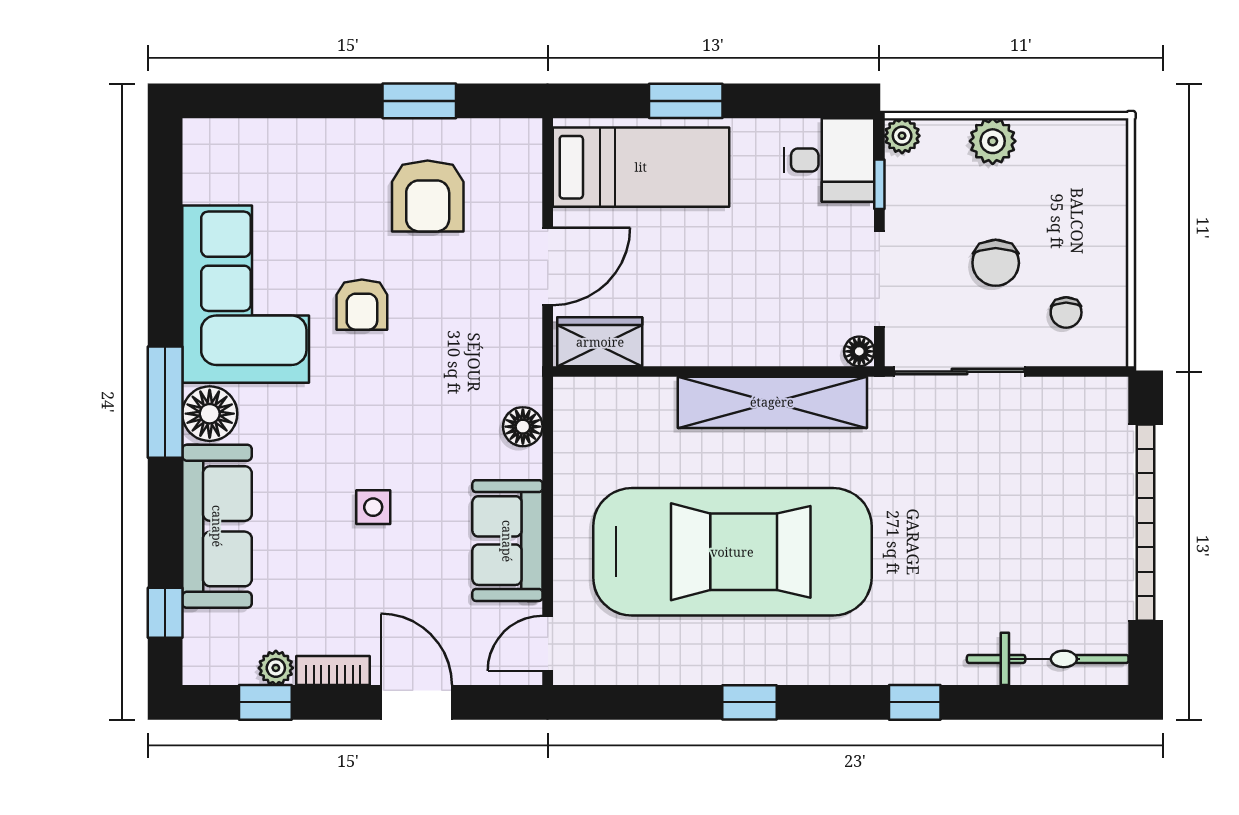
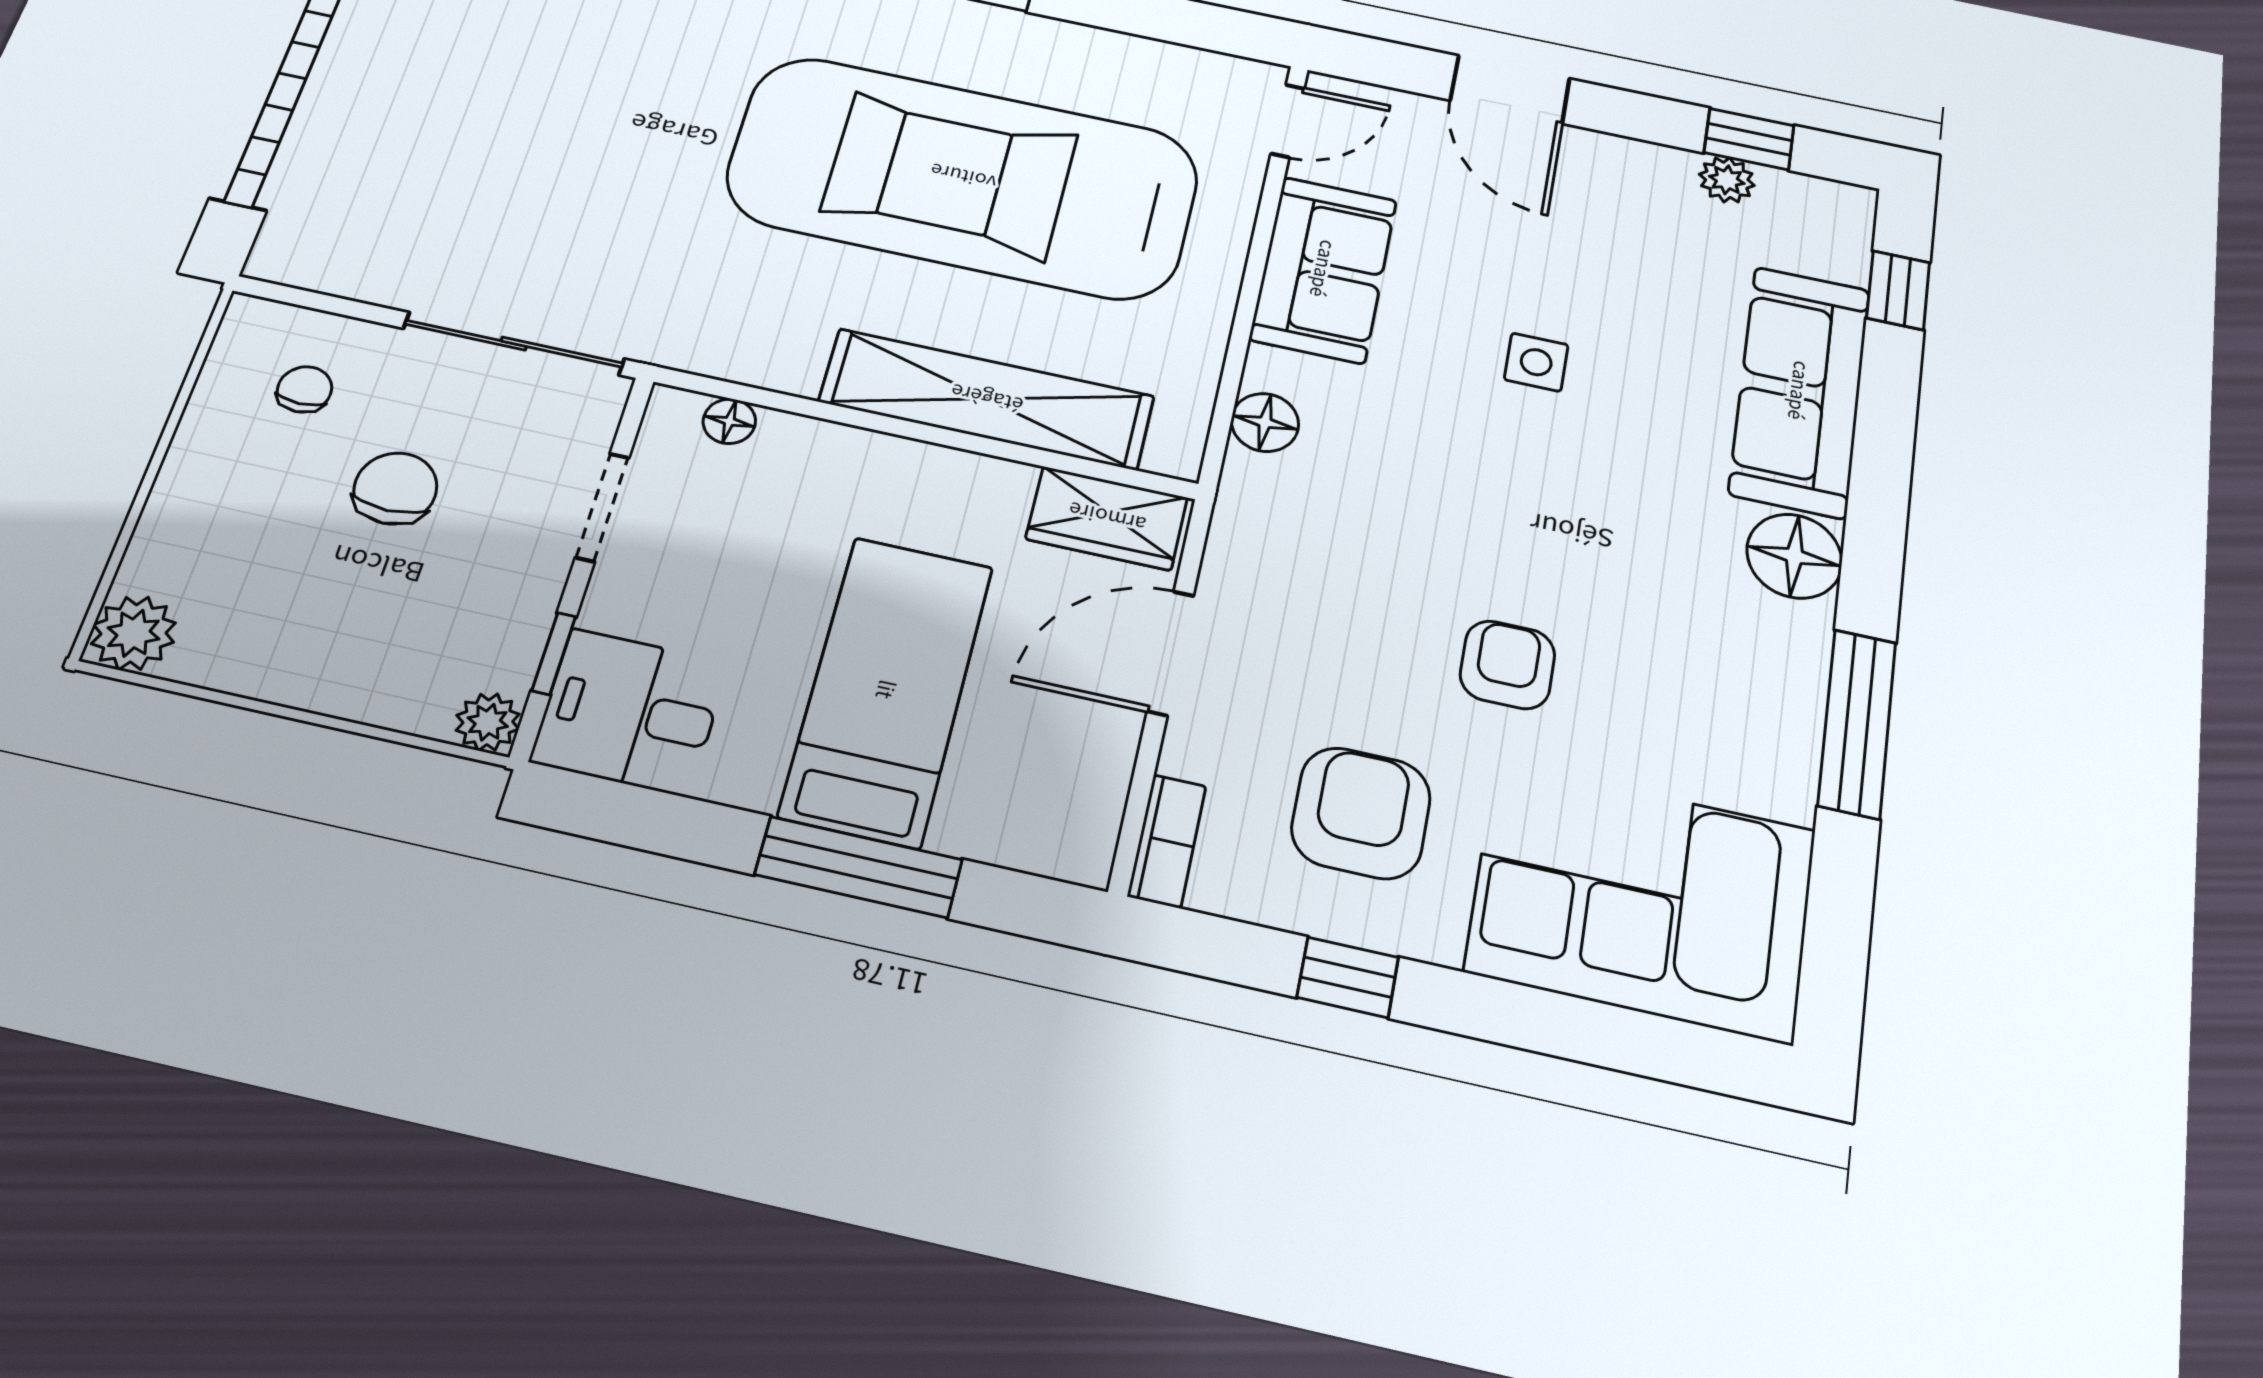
window: (419, 101) -> (1348, 977), width x0.67
window: (686, 101) -> (859, 867), width x1.44
plant: (993, 141) -> (133, 633), moved
bed: (641, 167) -> (887, 690), moved, turned 90
doorway: (879, 279) -> (602, 507), width x0.73
corner sofa: (246, 294) -> (1642, 900), moved, turned 90
floor lamp: (859, 351) -> (729, 421), moved
window: (165, 402) -> (1857, 723), moved
shelving: (772, 402) -> (987, 399), moved
bookcase: (333, 671) -> (1167, 841), moved, turned -90

